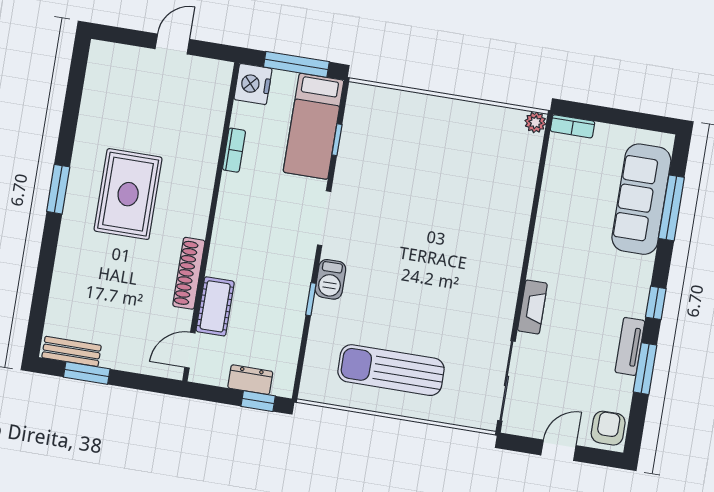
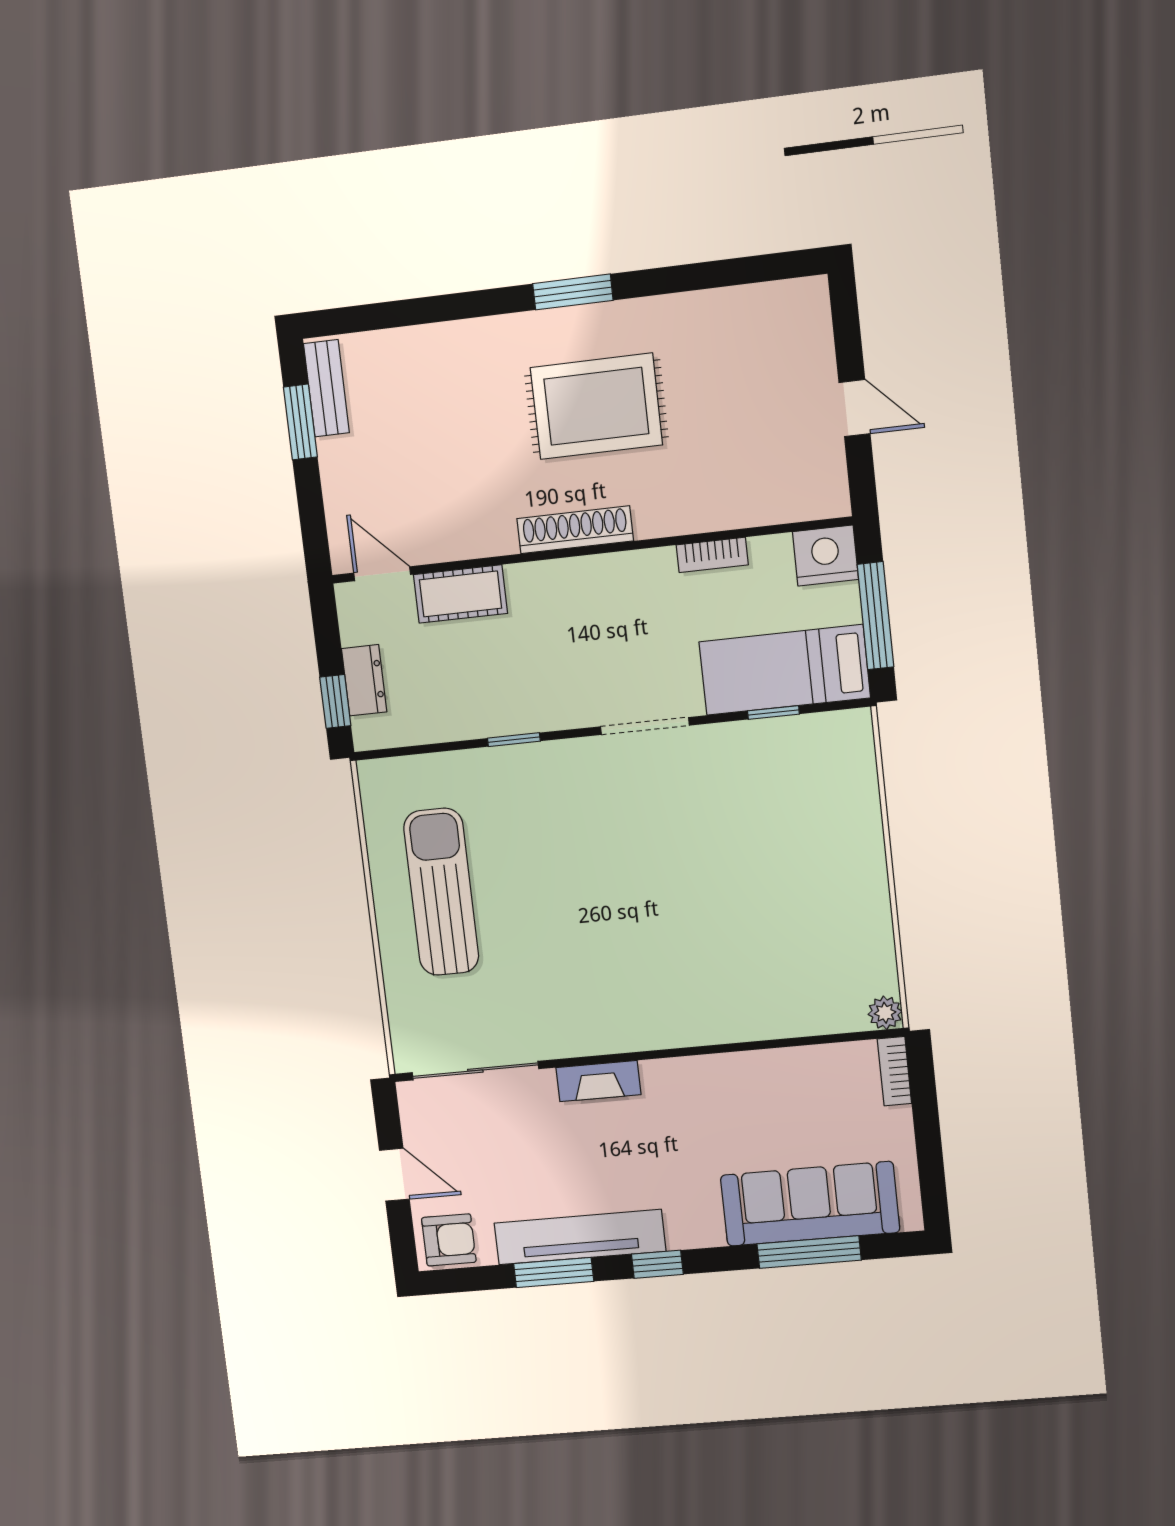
shoe rack: (189, 273) -> (575, 530), moved
barbecue: (330, 279) -> (553, 762), removed
tv unit: (630, 346) -> (580, 1237), width x1.92, depth x1.29

